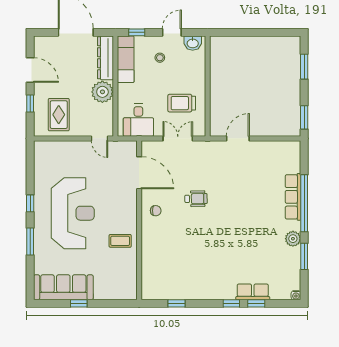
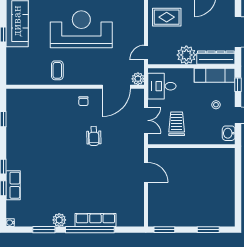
plant: (130, 148) -> (138, 79), added
reception desk: (73, 213) -> (81, 29), turned 180

